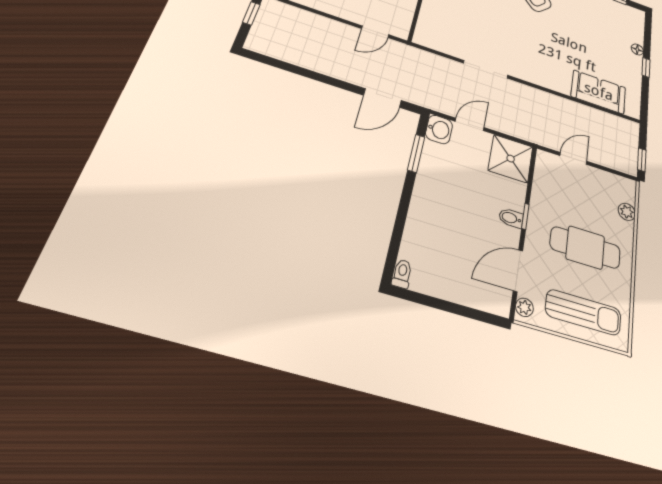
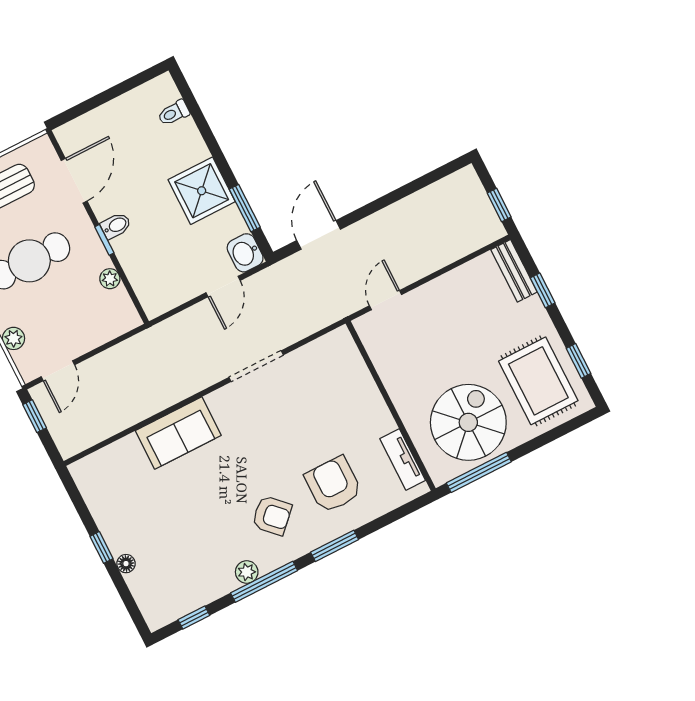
sofa: (599, 92) -> (178, 433), moved
door: (573, 158) -> (58, 371), moved
shower: (511, 159) -> (202, 191), moved
toilet: (402, 274) -> (174, 113), moved, turned 90
plant: (524, 307) -> (110, 279), moved

